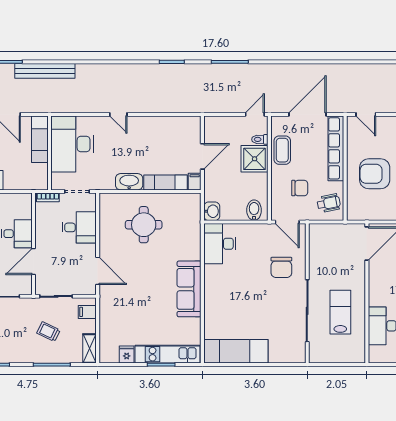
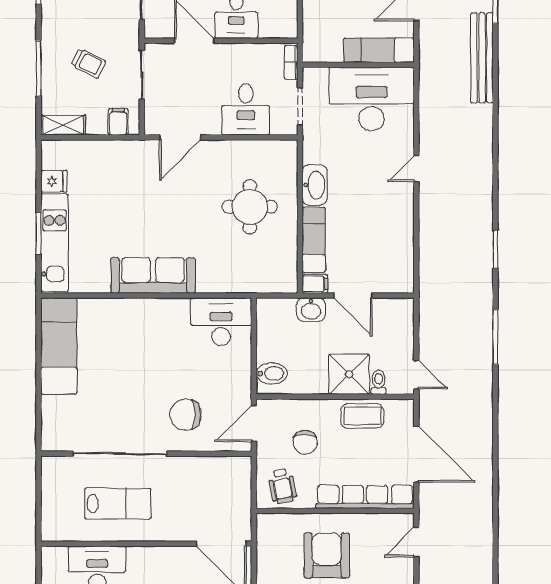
washbasin: (212, 211) -> (311, 310), moved
trolley: (48, 332) -> (88, 63), turned 91

